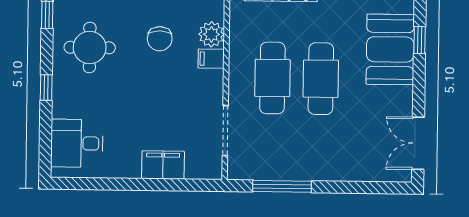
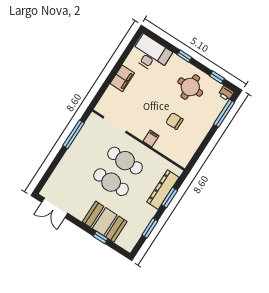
plant: (211, 34) -> (162, 146), removed
desk: (77, 143) -> (151, 54), width x1.37
double door: (418, 143) -> (55, 208), swing flipped
filing cabinet: (163, 165) -> (122, 78), moved

